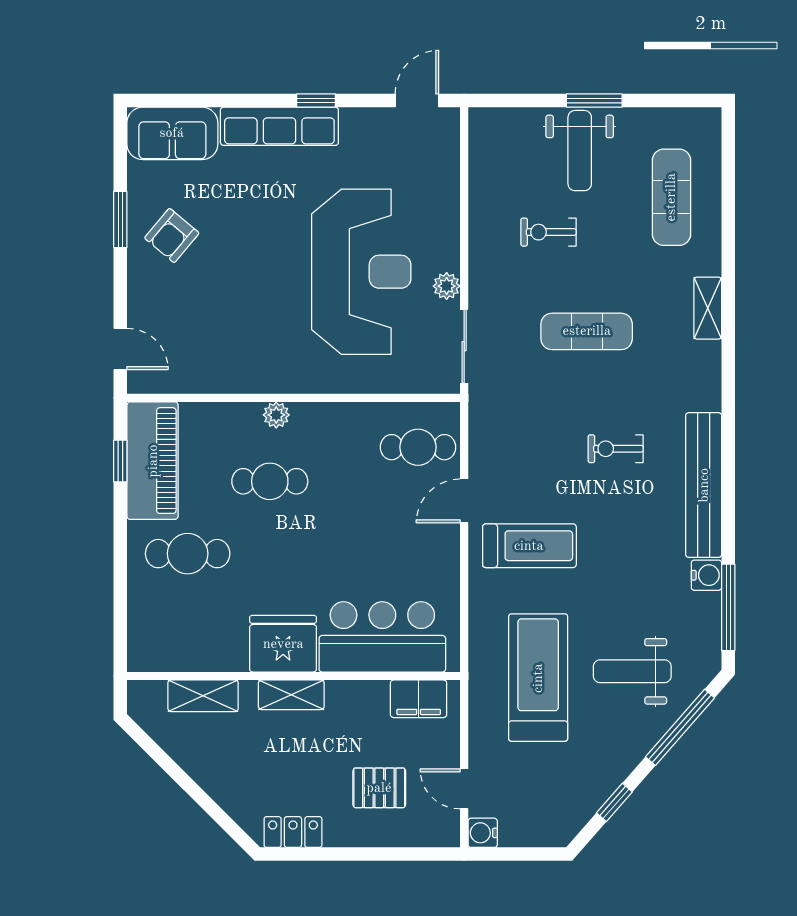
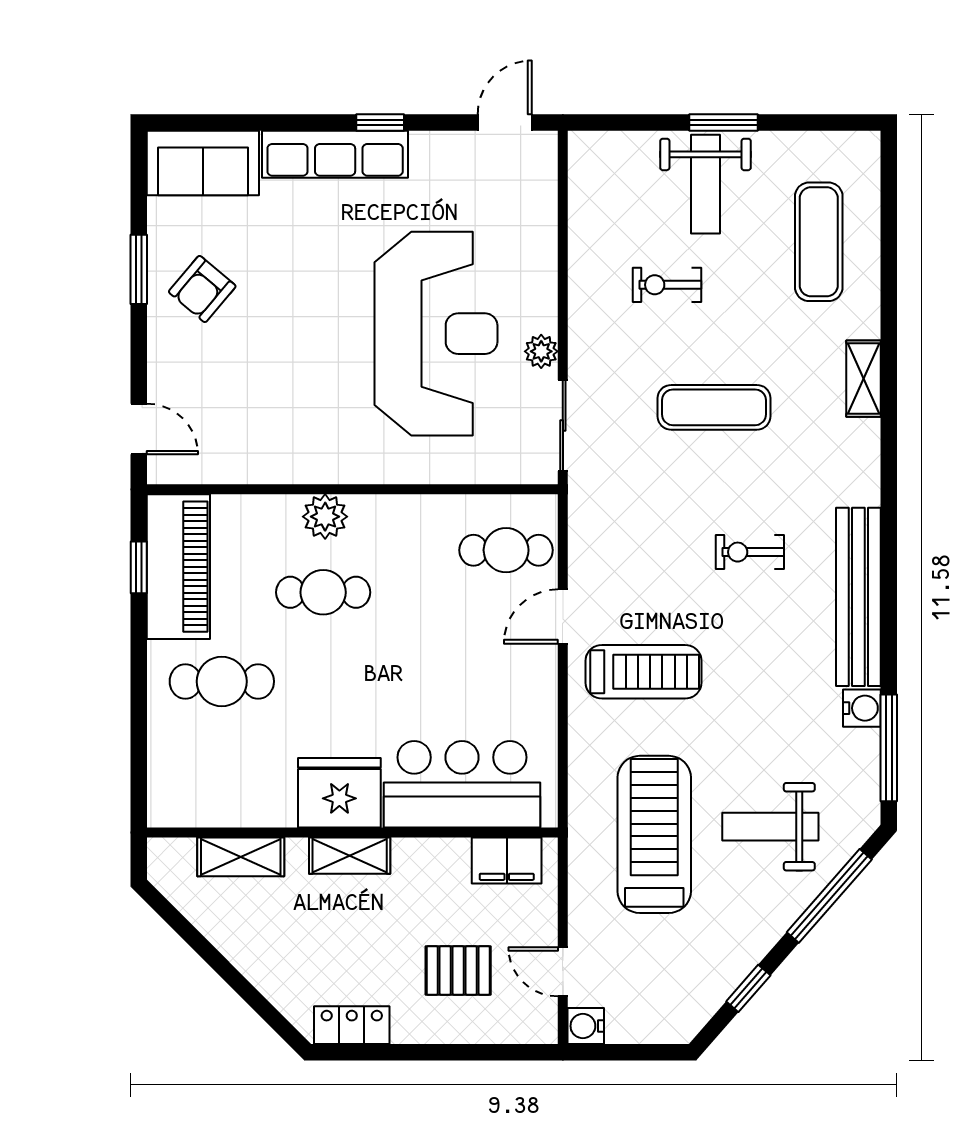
plant: (276, 415) -> (325, 517), width x1.38, depth x1.38

